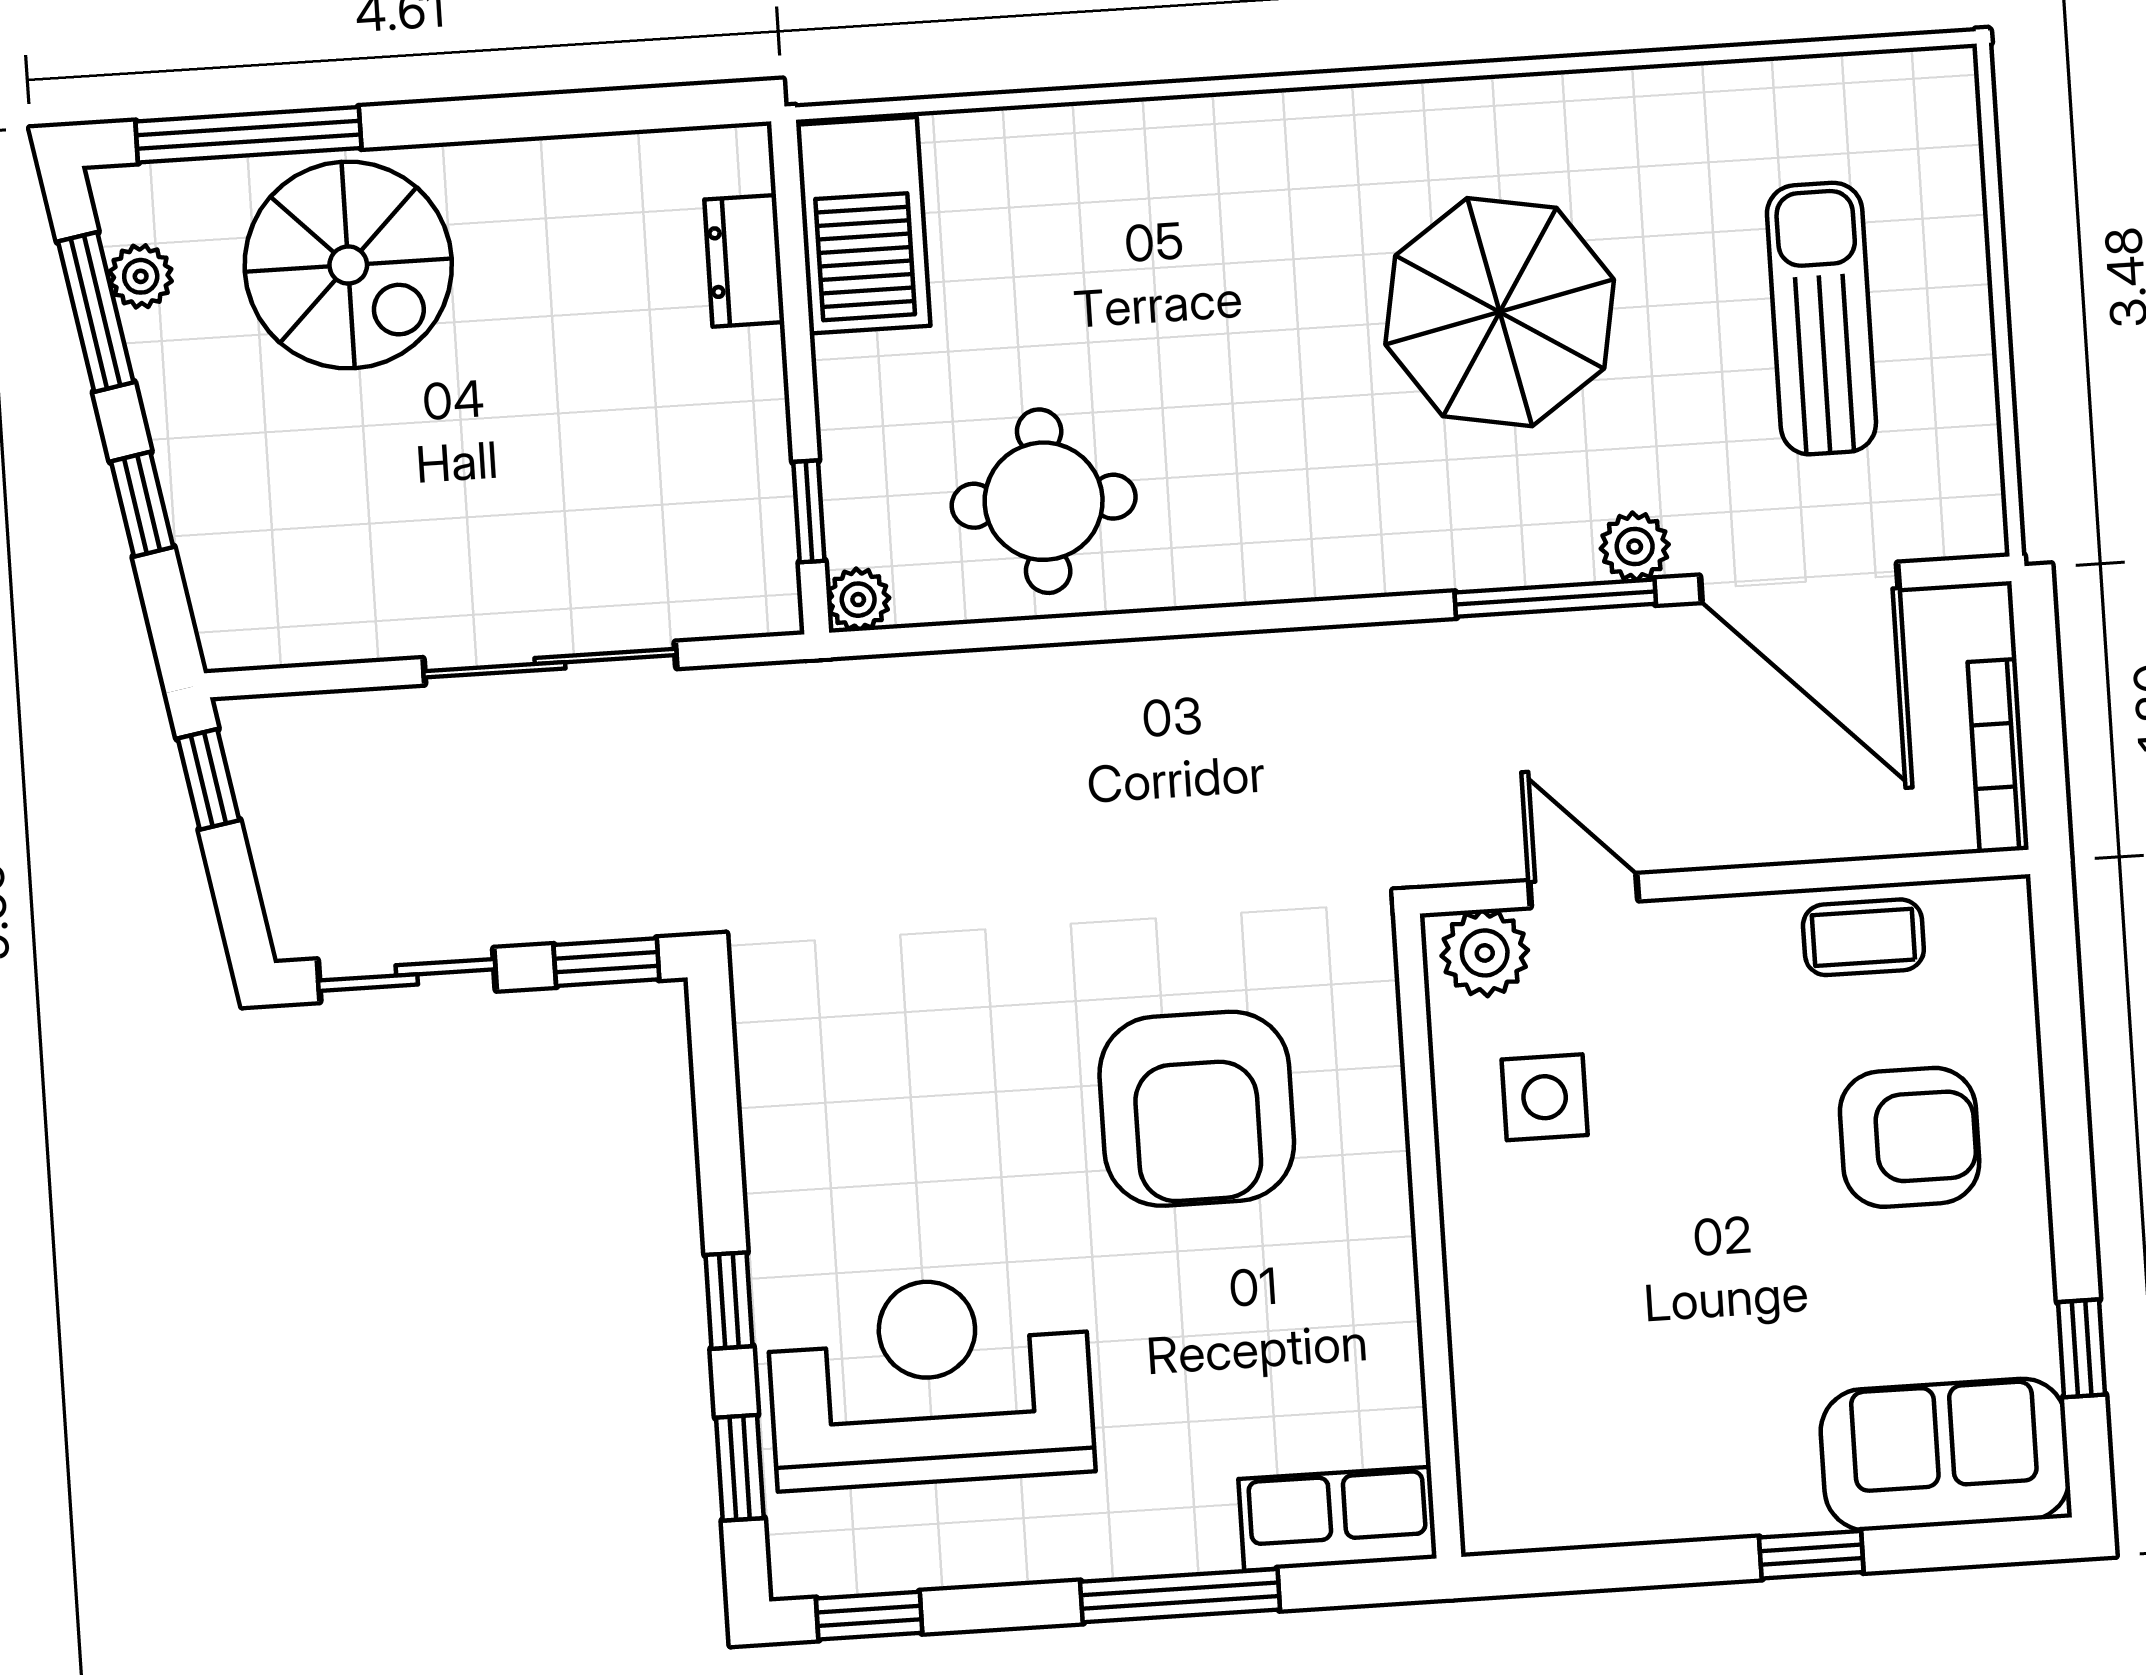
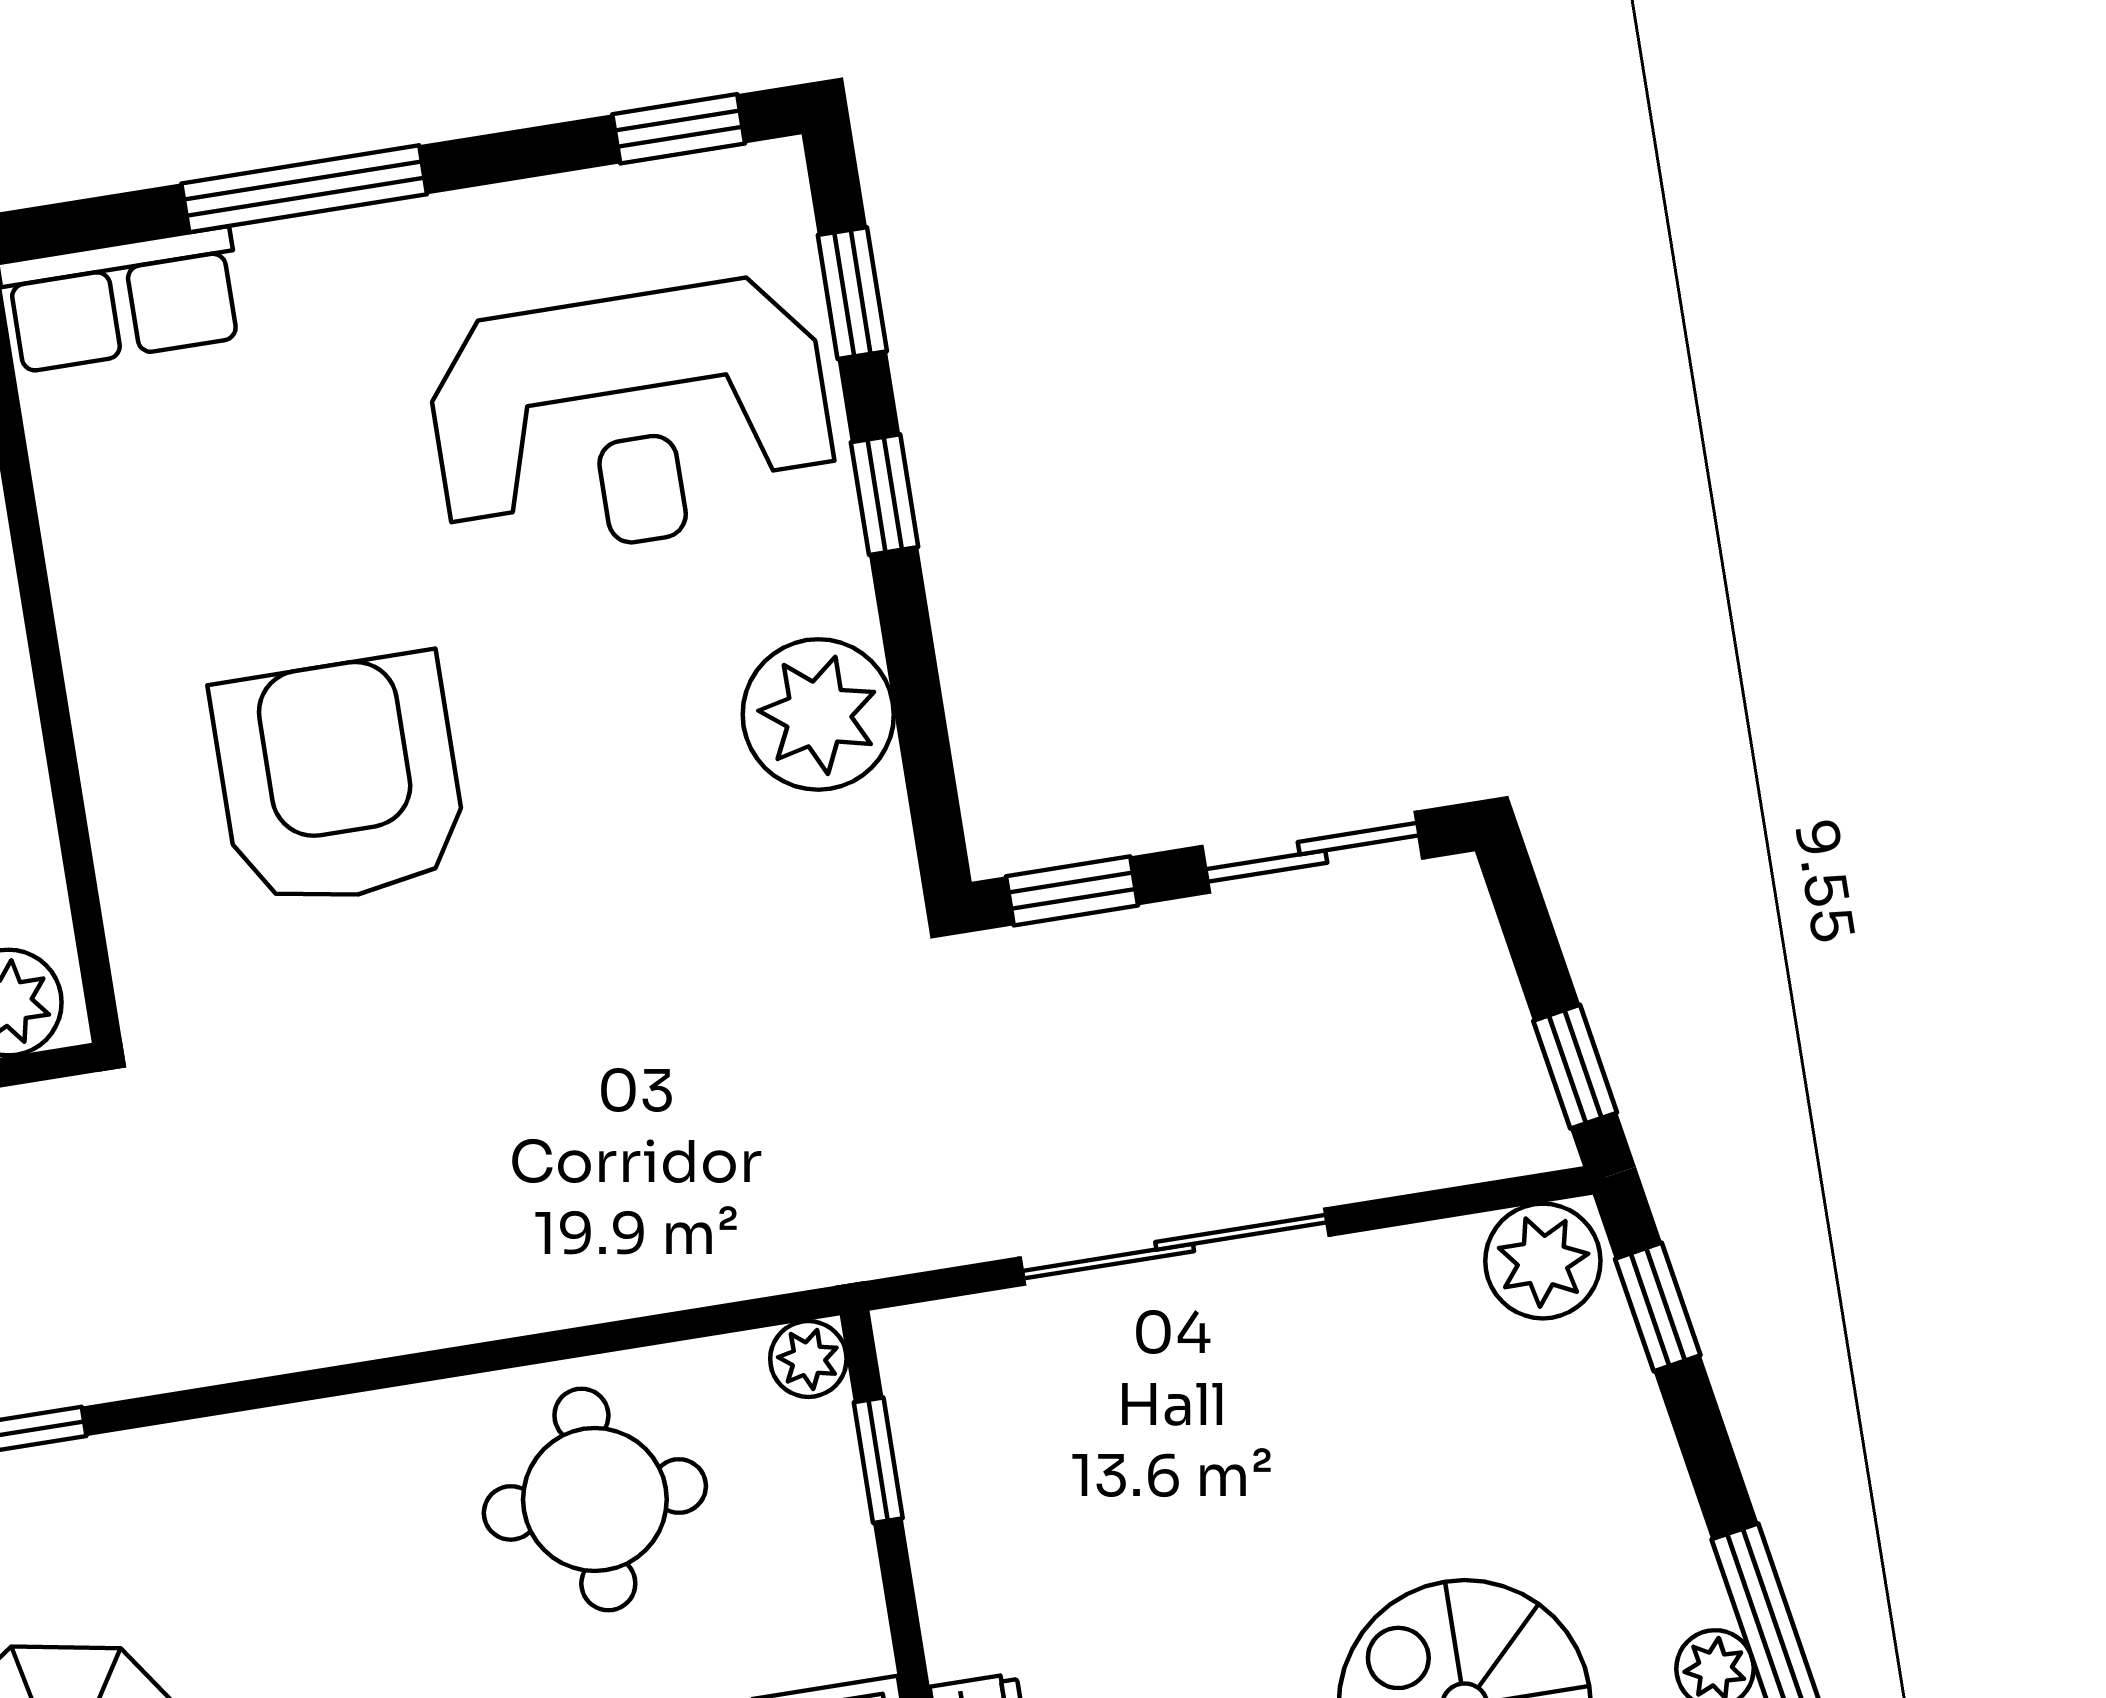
window: (142, 504) -> (1658, 1307), moved
plant: (250, 623) -> (1543, 1261), added
plant: (800, 1126) -> (818, 714), added

